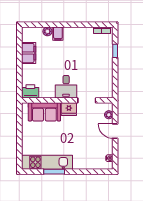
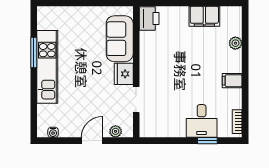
filing cabinet: (58, 34) -> (232, 81), moved
desk: (66, 87) -> (202, 121), moved, turned -90
kitchen unit: (47, 162) -> (47, 67), moved

